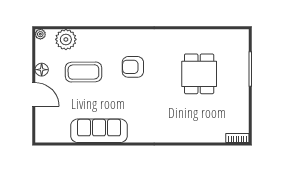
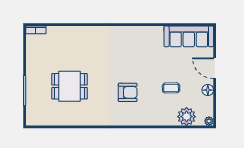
coffee table: (83, 72) -> (171, 88), width x0.54, depth x0.58
dining table: (199, 74) -> (70, 86), turned 90
sofa: (99, 131) -> (189, 36), moved

